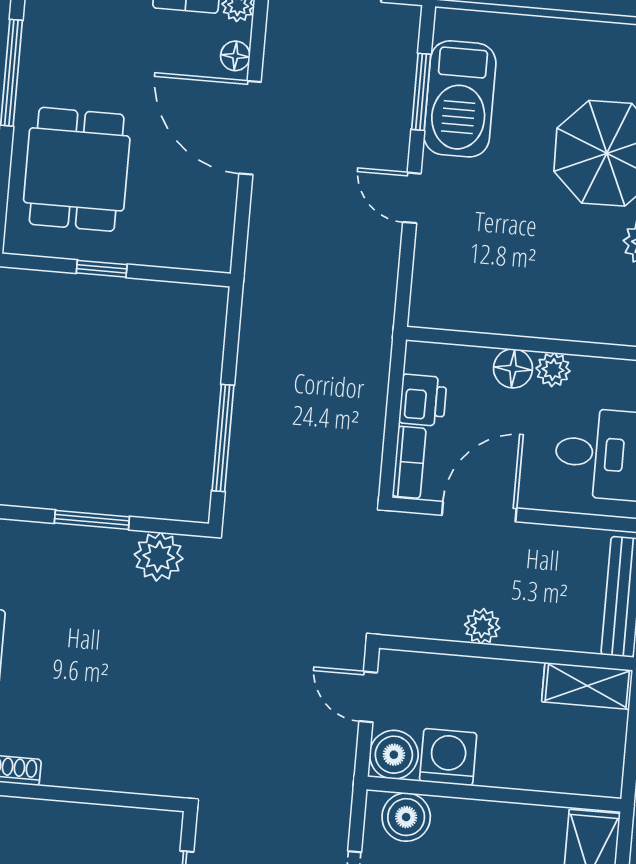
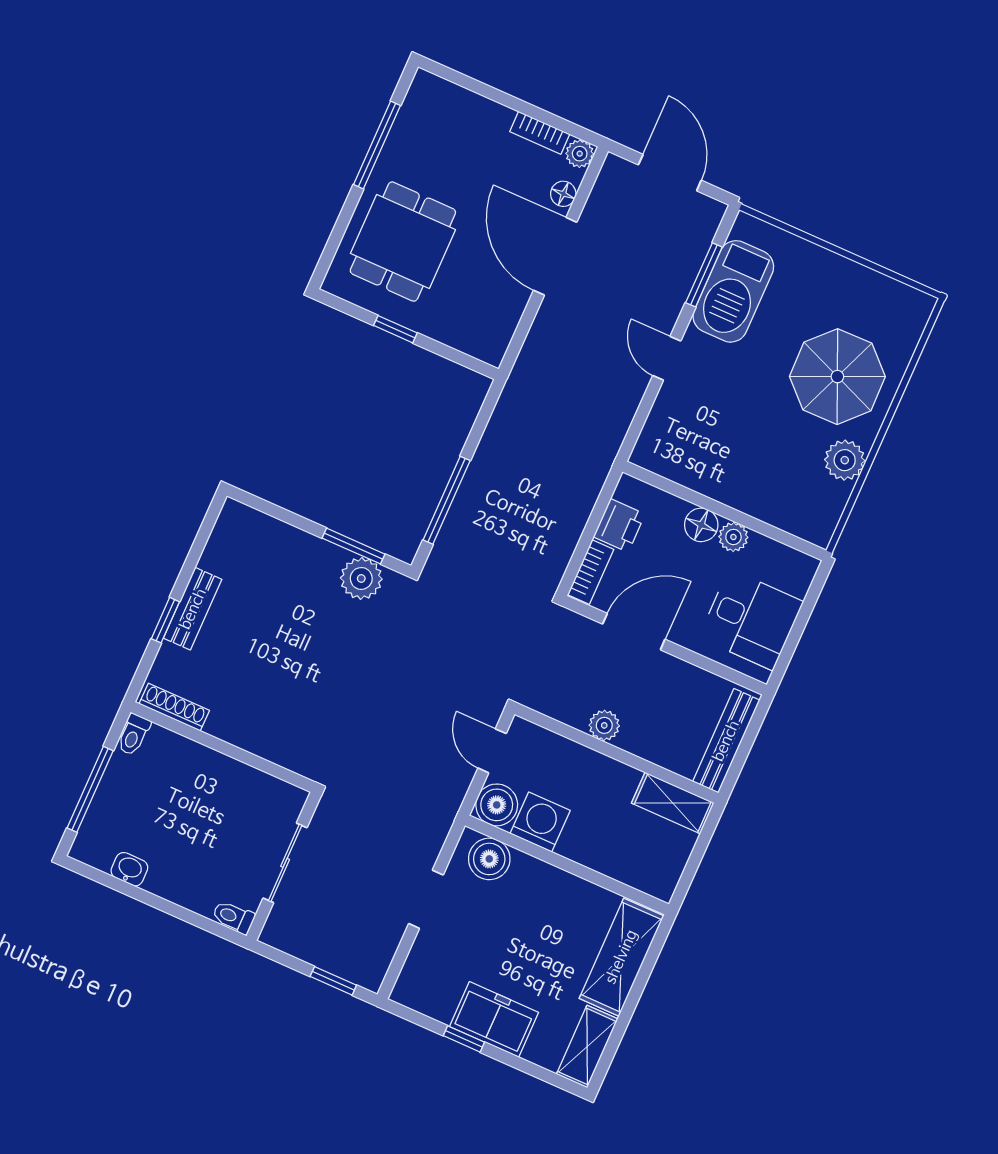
window: (92, 520) -> (354, 546), moved

